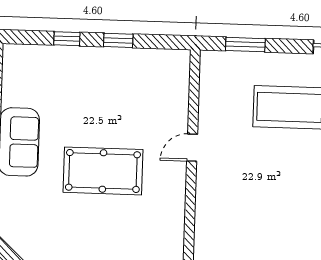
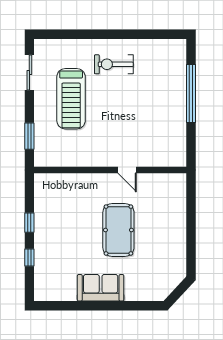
door: (192, 148) -> (127, 170), moved

